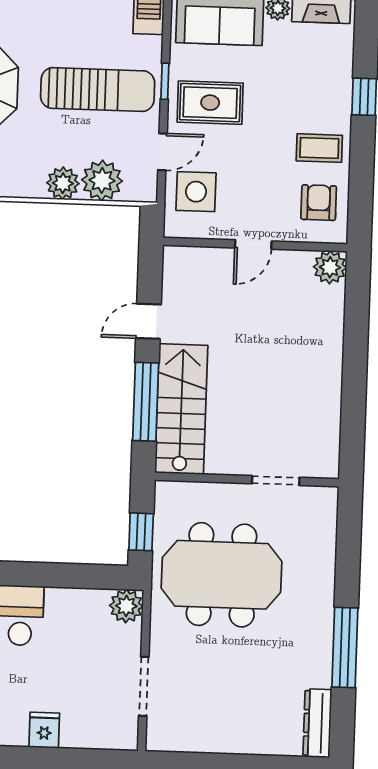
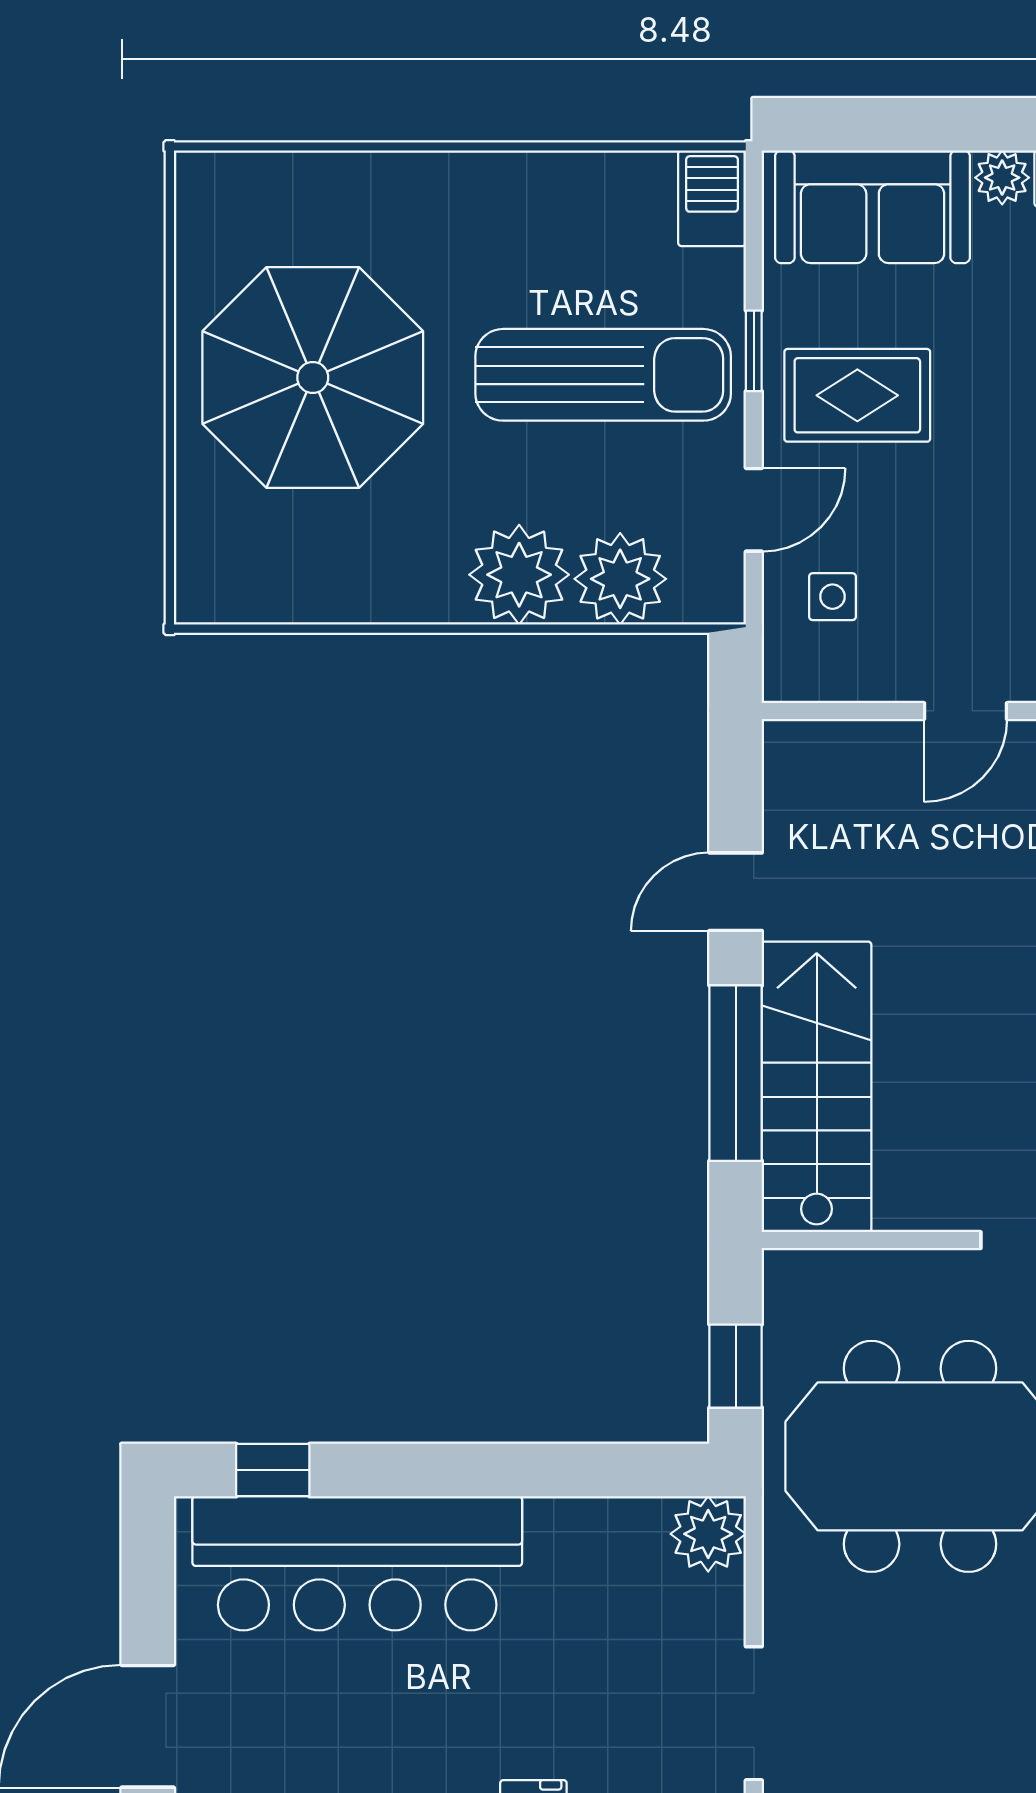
plant: (63, 183) -> (519, 575), width x1.36, depth x1.36
side table: (196, 192) -> (832, 597), width x0.54, depth x0.54

